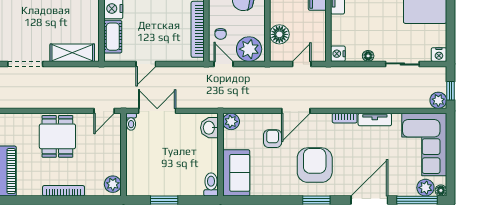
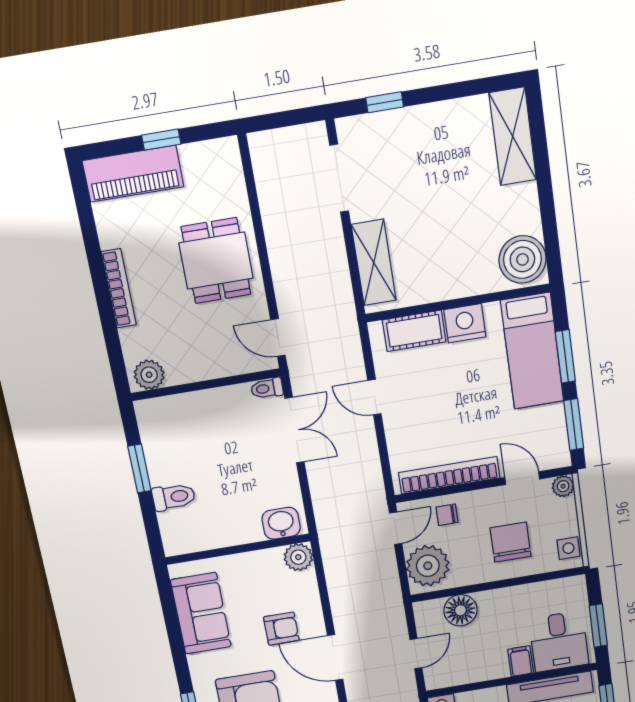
door: (302, 64) -> (416, 654), hinge flipped
dining table: (57, 136) -> (216, 261), turned 90
sofa: (236, 173) -> (201, 613), moved, turned -90
toilet: (211, 184) -> (174, 497), moved

